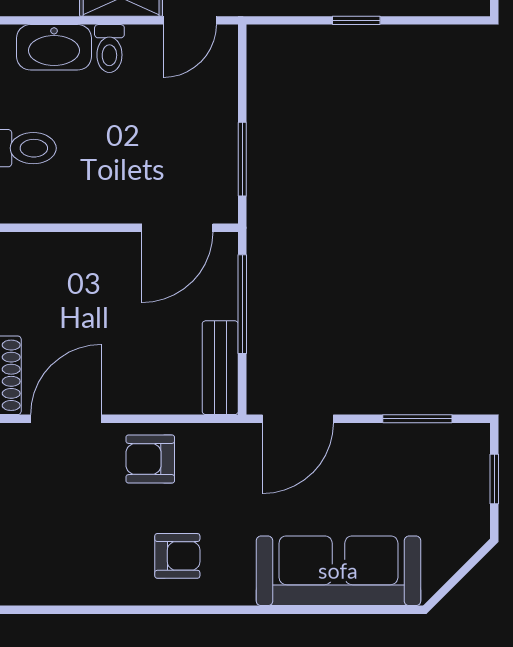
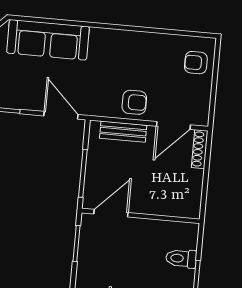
bench: (220, 368) -> (123, 132), moved, turned 90
door: (298, 419) -> (61, 115), hinge flipped
armchair: (177, 556) -> (196, 63), moved

